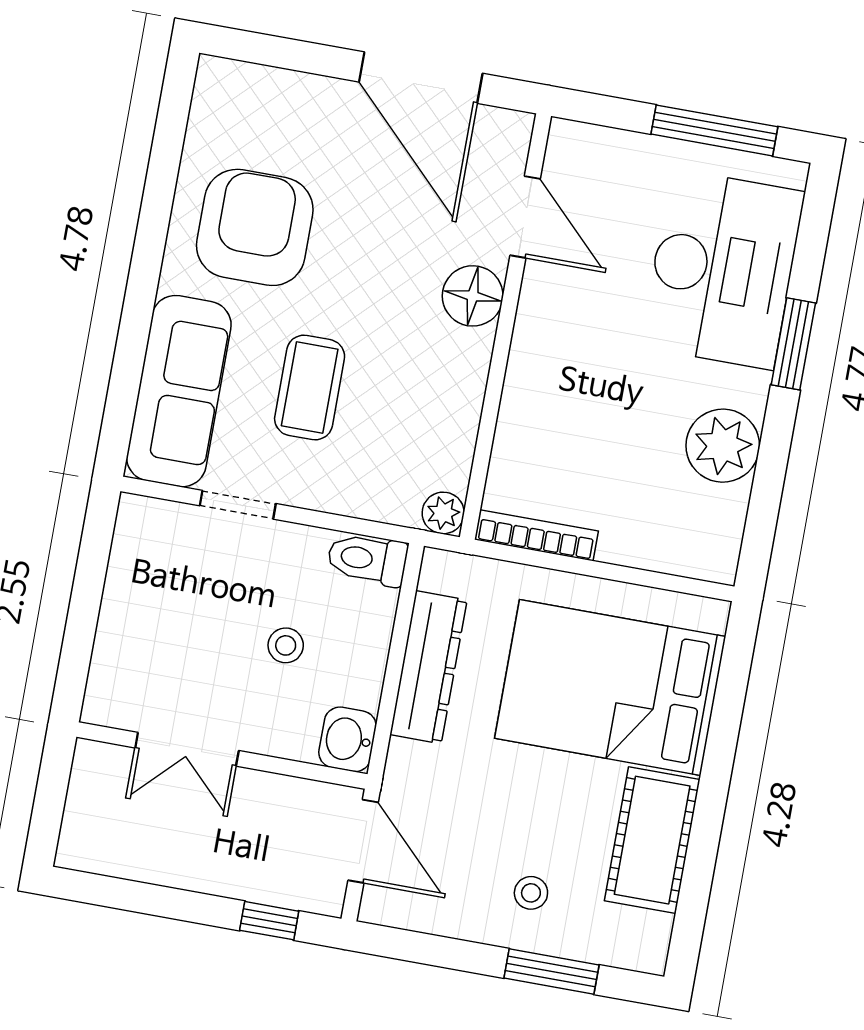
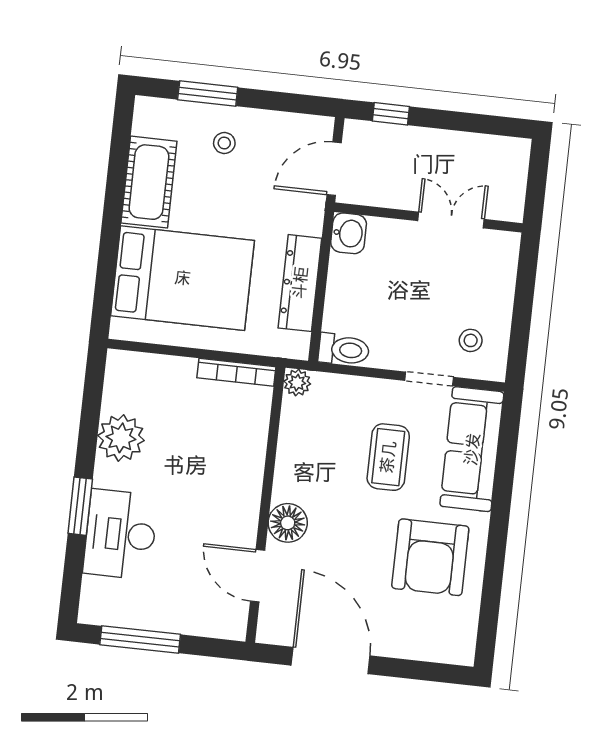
desk: (723, 269) -> (120, 534), width x0.73, depth x0.77
stool: (286, 645) -> (471, 340), moved
door: (363, 841) -> (334, 169), hinge flipped

